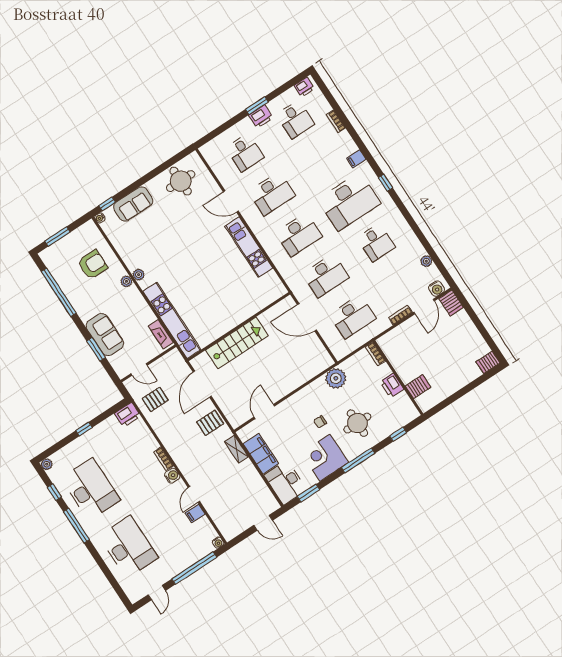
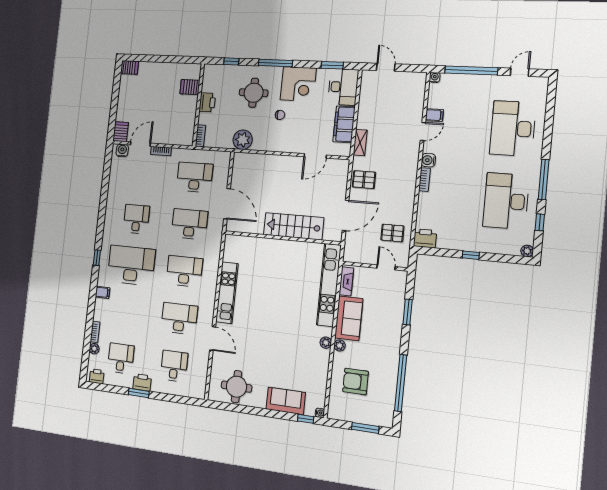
plant: (426, 261) -> (94, 349), moved
sofa: (105, 335) -> (349, 318), moved, turned 180

